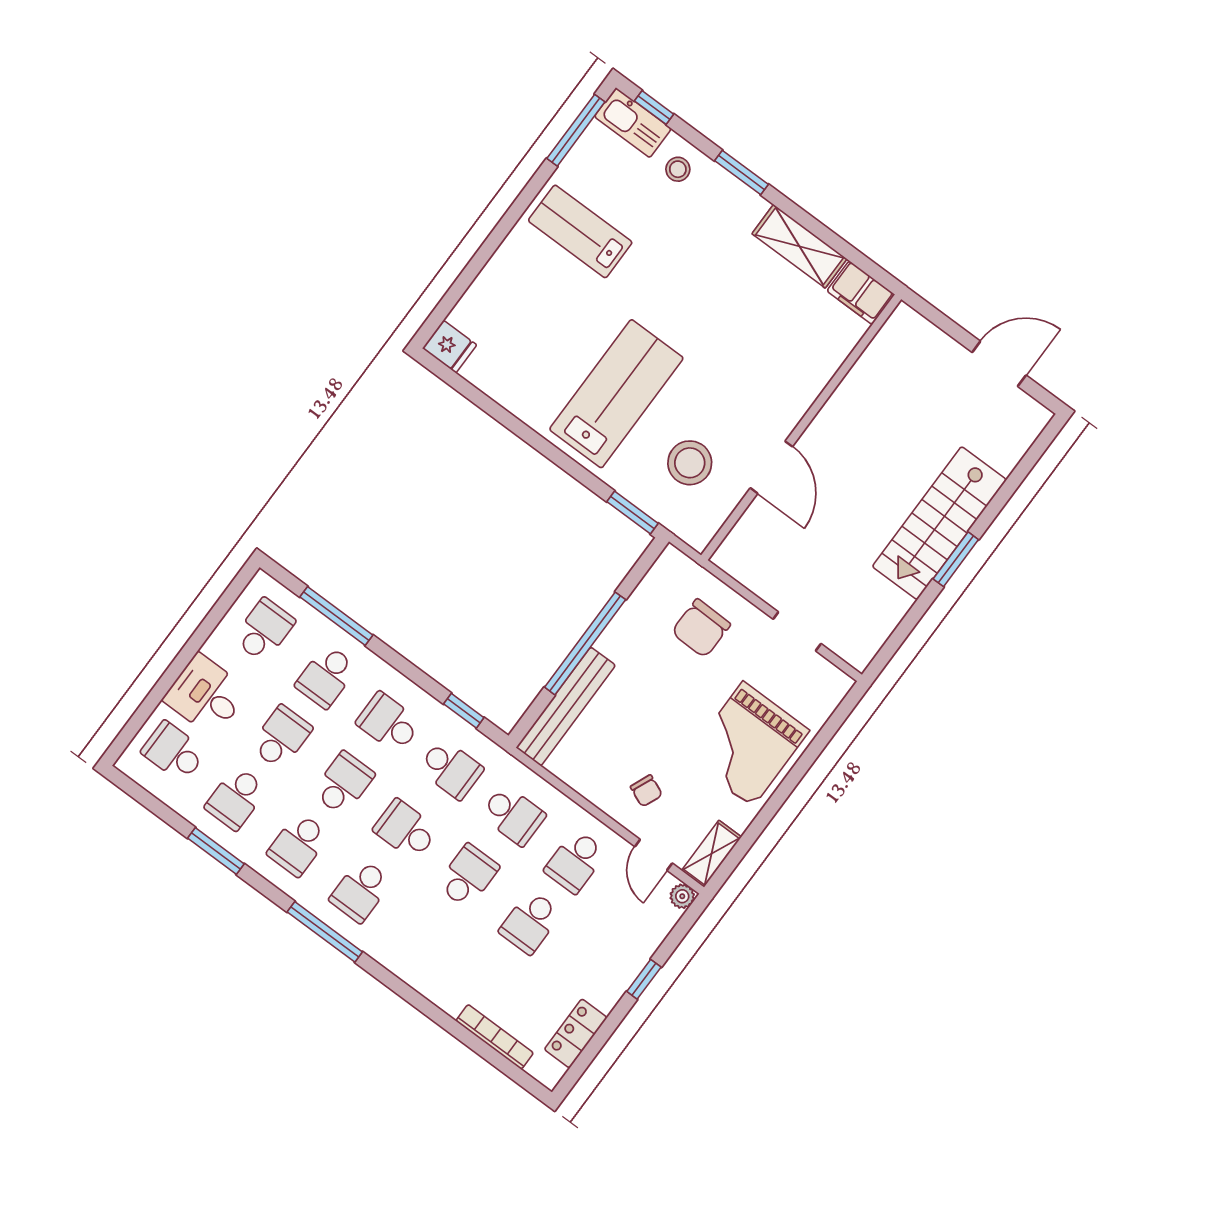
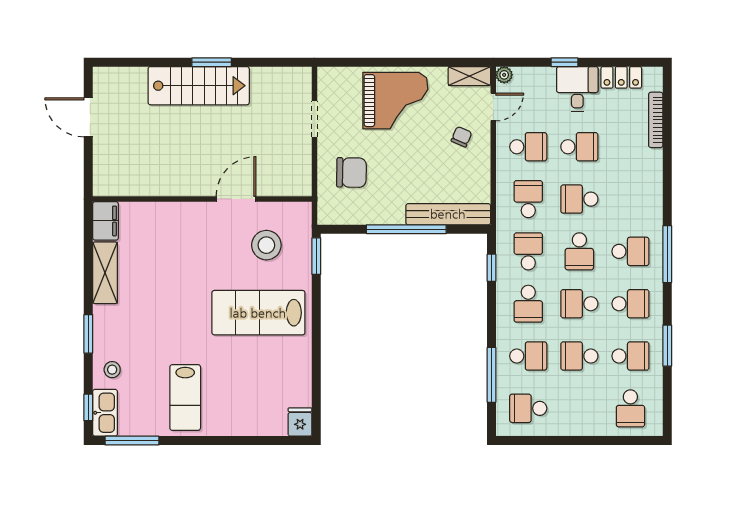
desk: (206, 695) -> (577, 89), moved, turned 180

